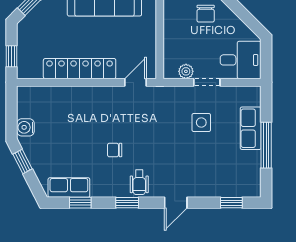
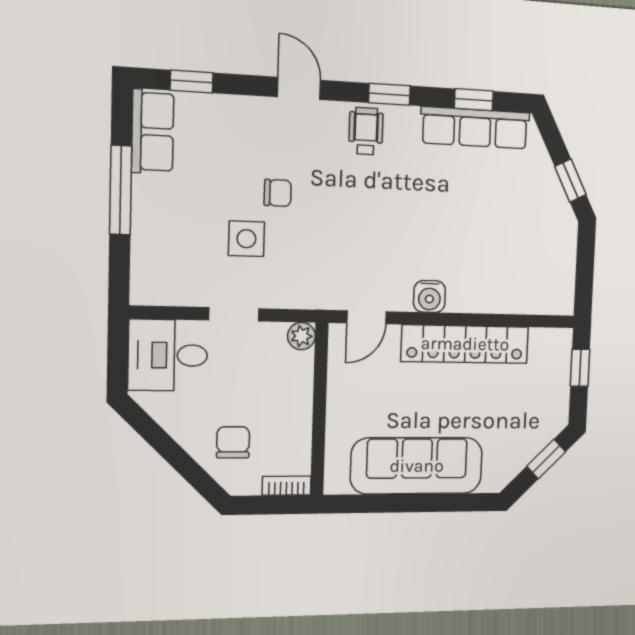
plant: (186, 71) -> (301, 336), moved
water cooler: (25, 127) -> (429, 296), moved, turned 90
row of seats: (251, 128) -> (153, 132), moved
chair: (115, 150) -> (278, 193), moved
row of seats: (69, 187) -> (475, 128), width x1.48
door: (176, 203) -> (299, 88), hinge flipped

